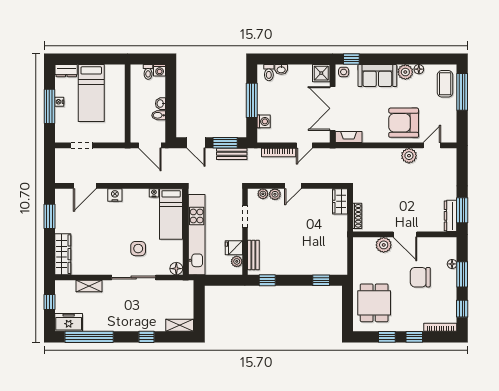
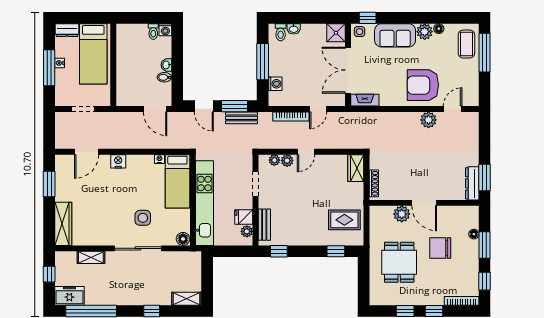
wall: (128, 104) -> (113, 65), moved
rug: (329, 250) -> (344, 220), added
dining table: (374, 303) -> (399, 262), moved

